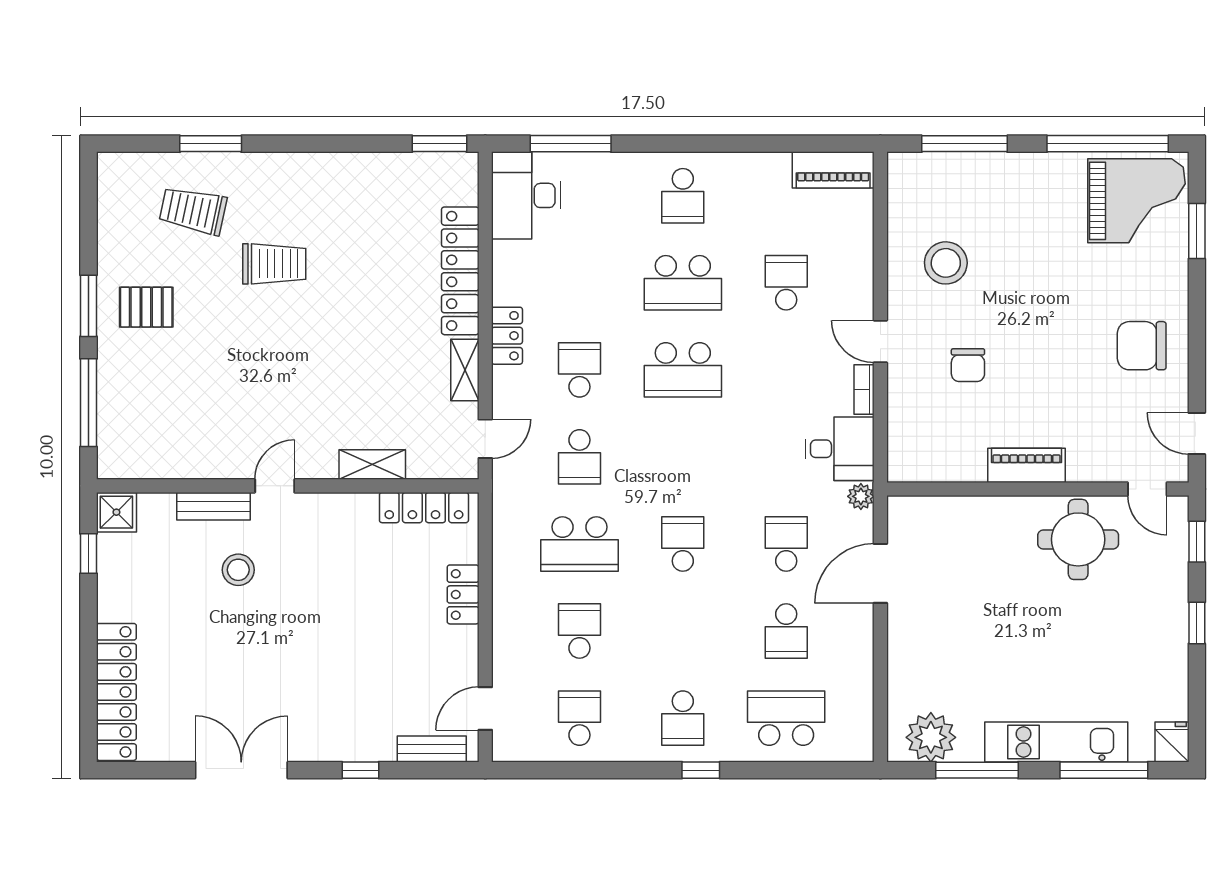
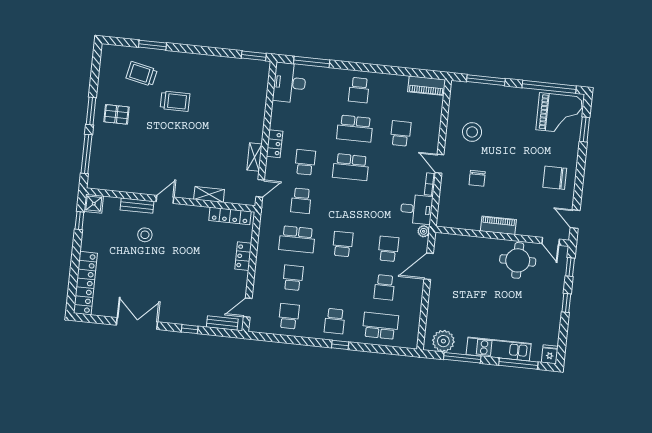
locker: (460, 271) -> (257, 113), removed

